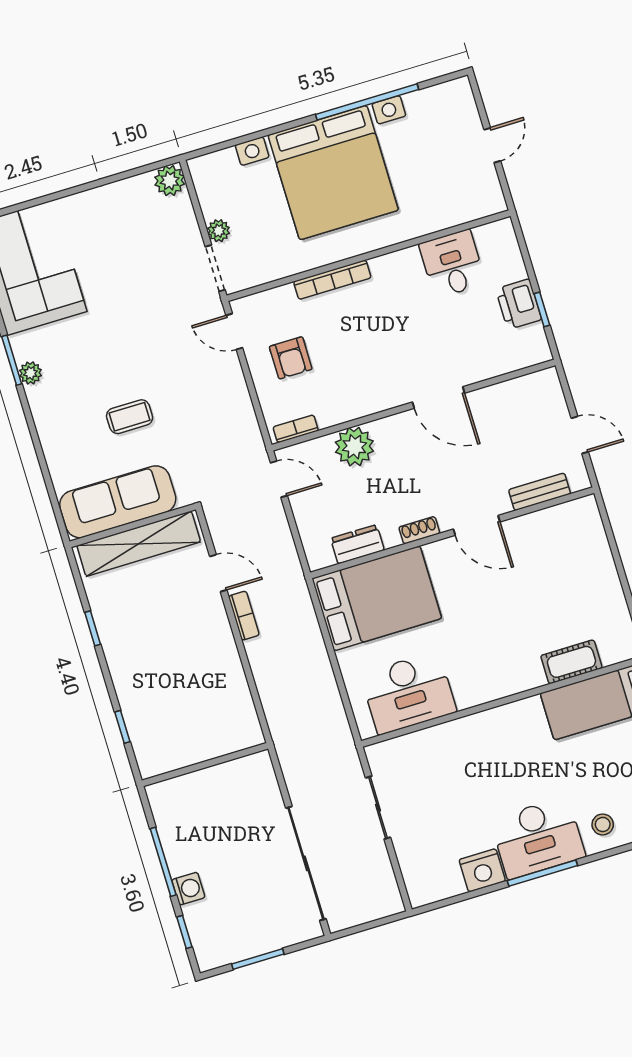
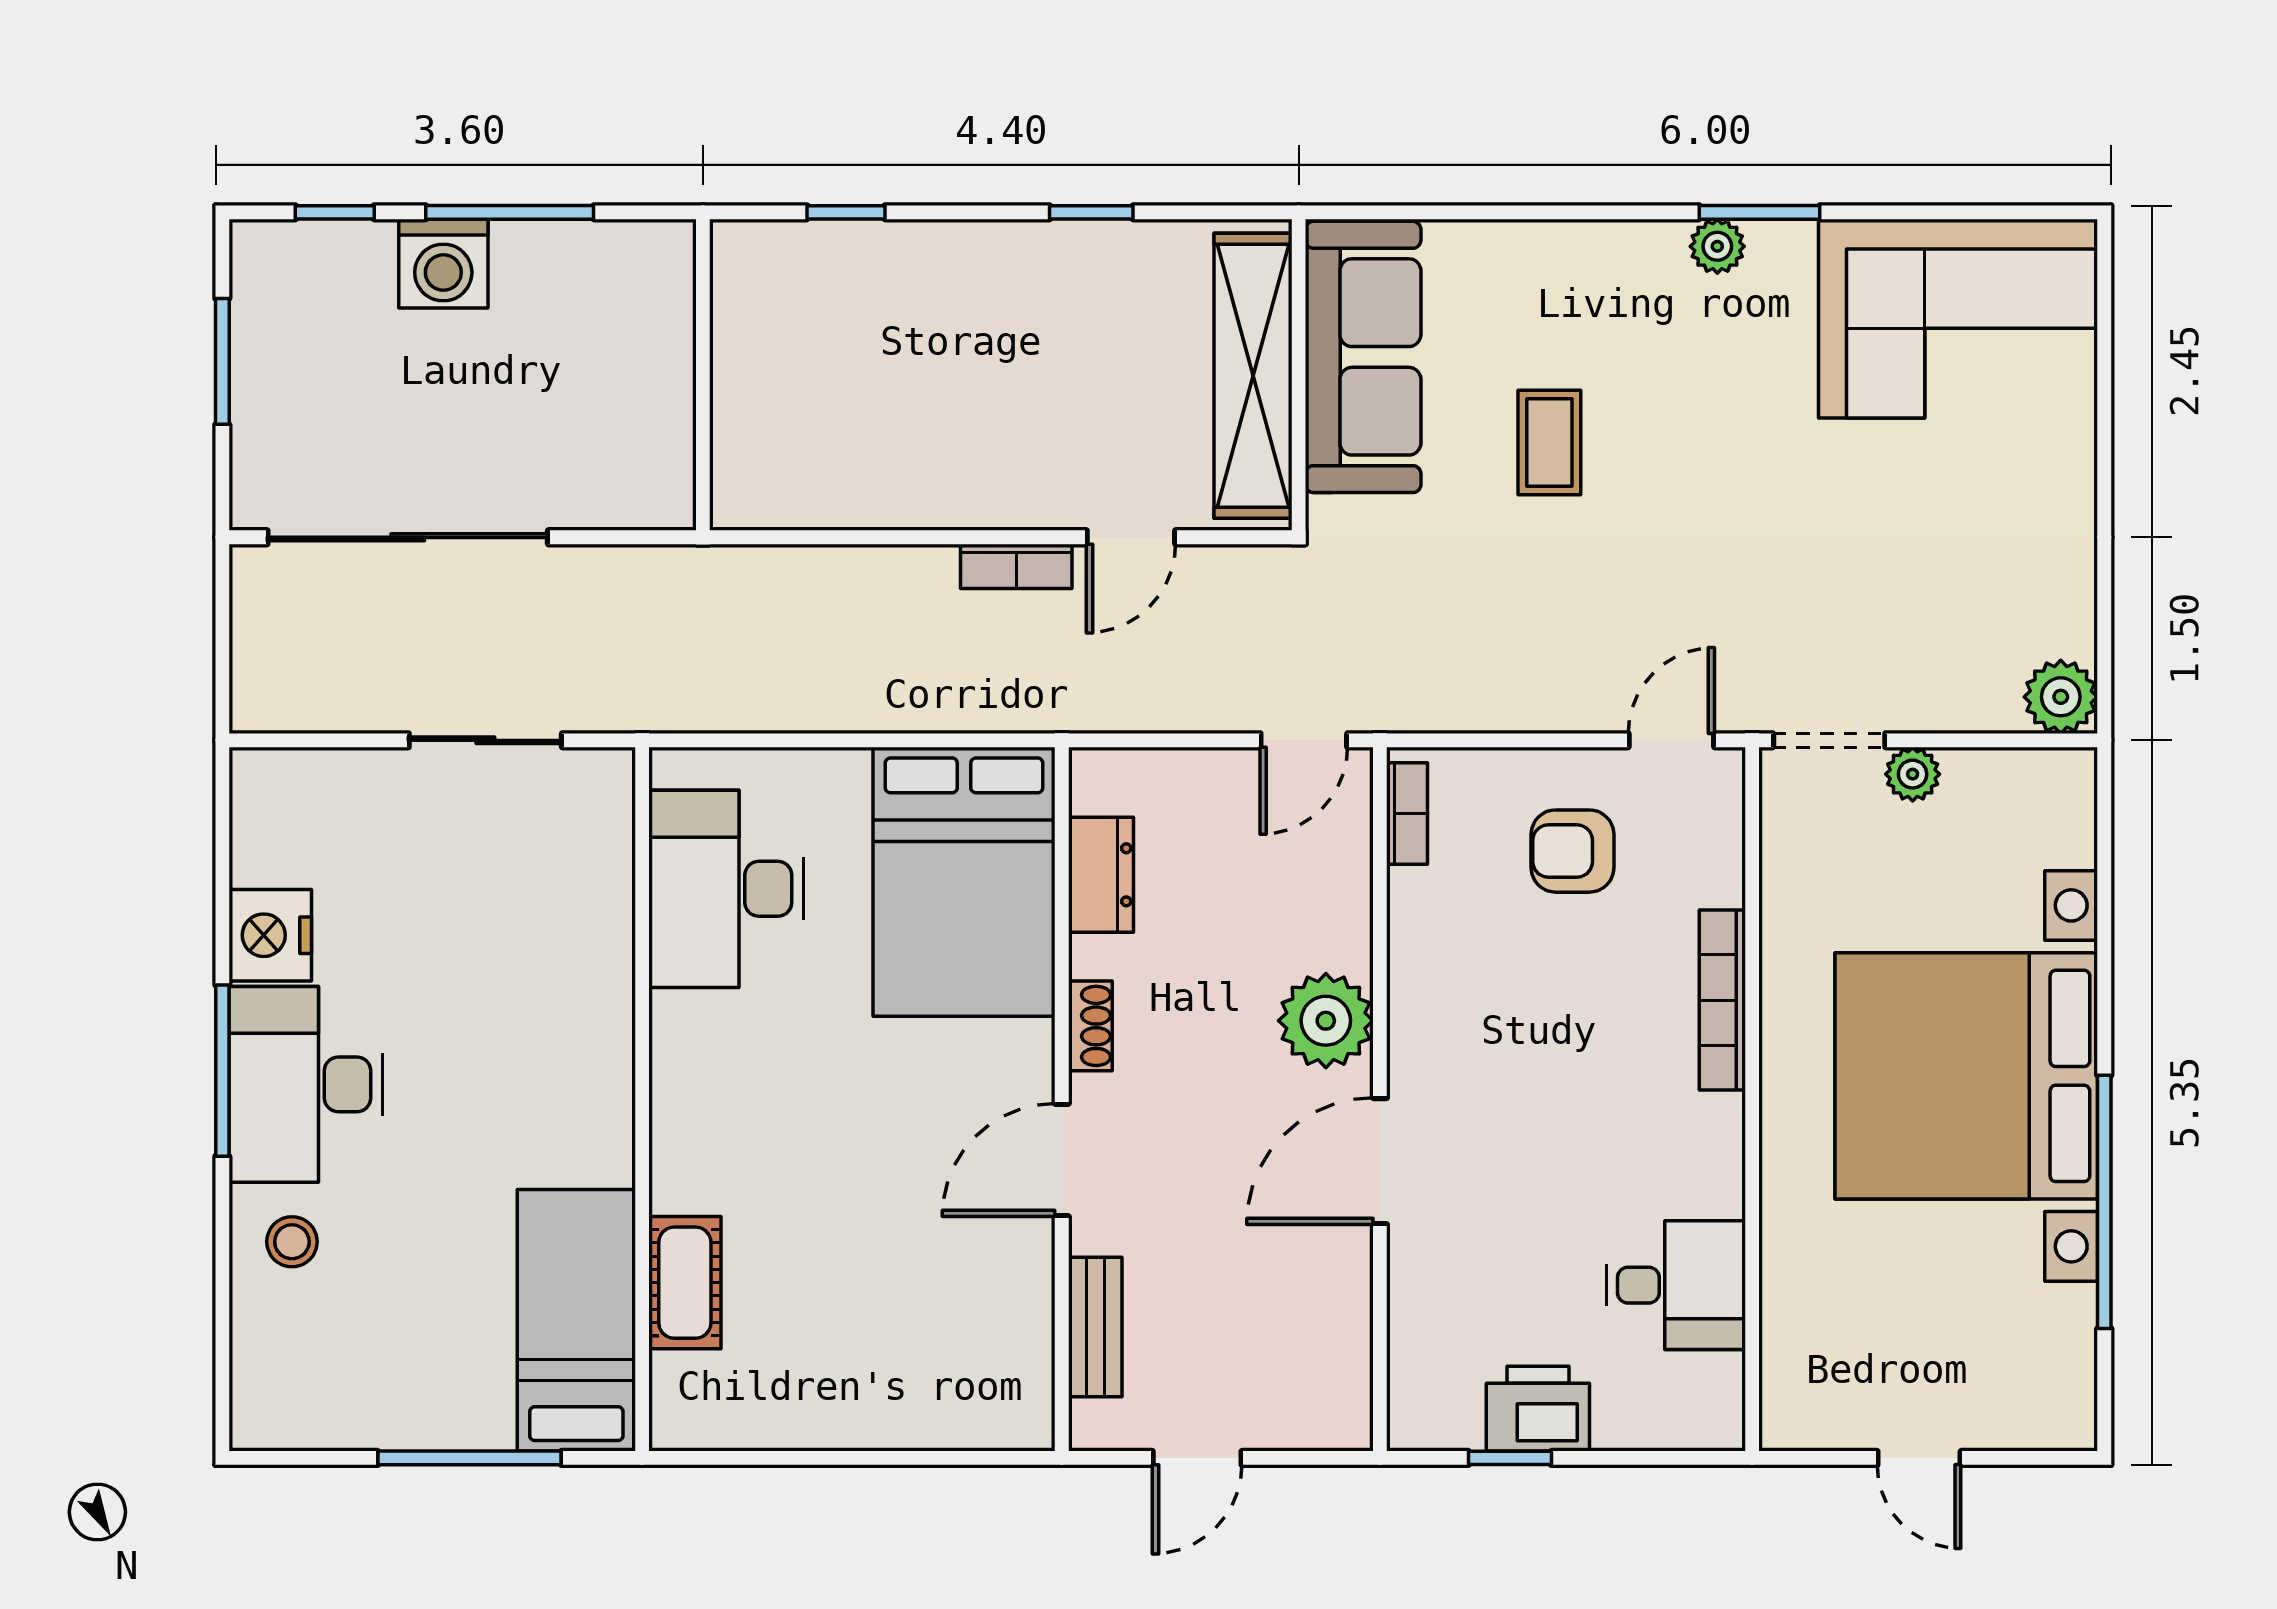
plant: (354, 447) -> (1326, 1021), moved
washing machine: (188, 889) -> (443, 264), width x1.38, depth x1.38

